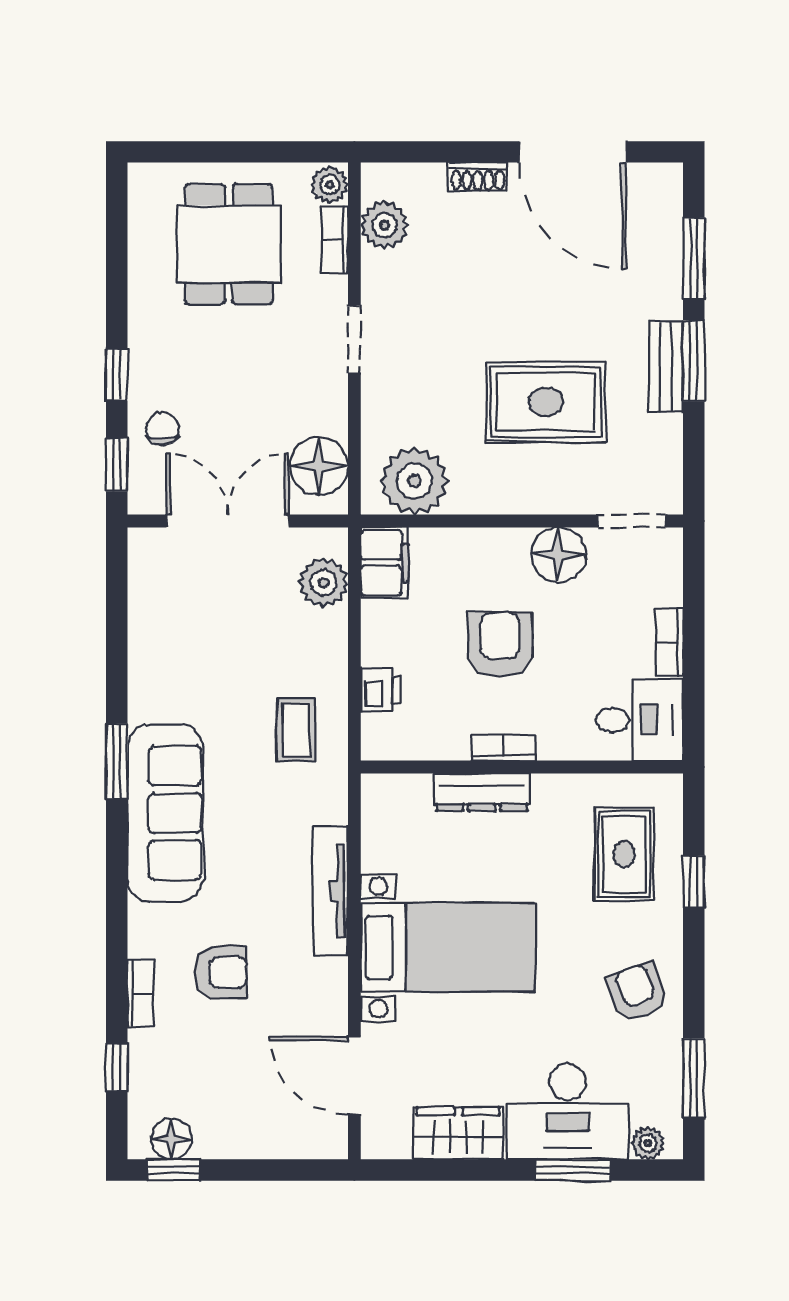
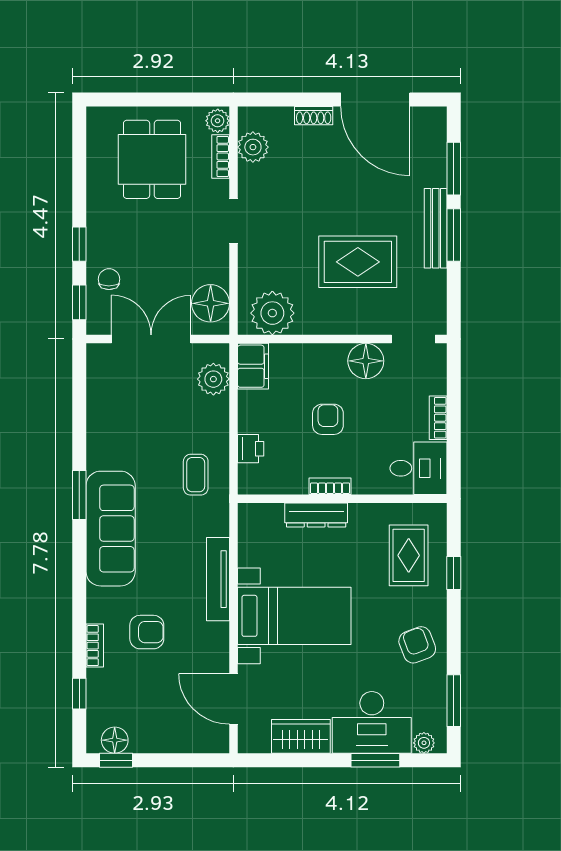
bench: (666, 367) -> (436, 228), width x1.36
armchair: (500, 645) -> (328, 419), width x0.72, depth x0.72

